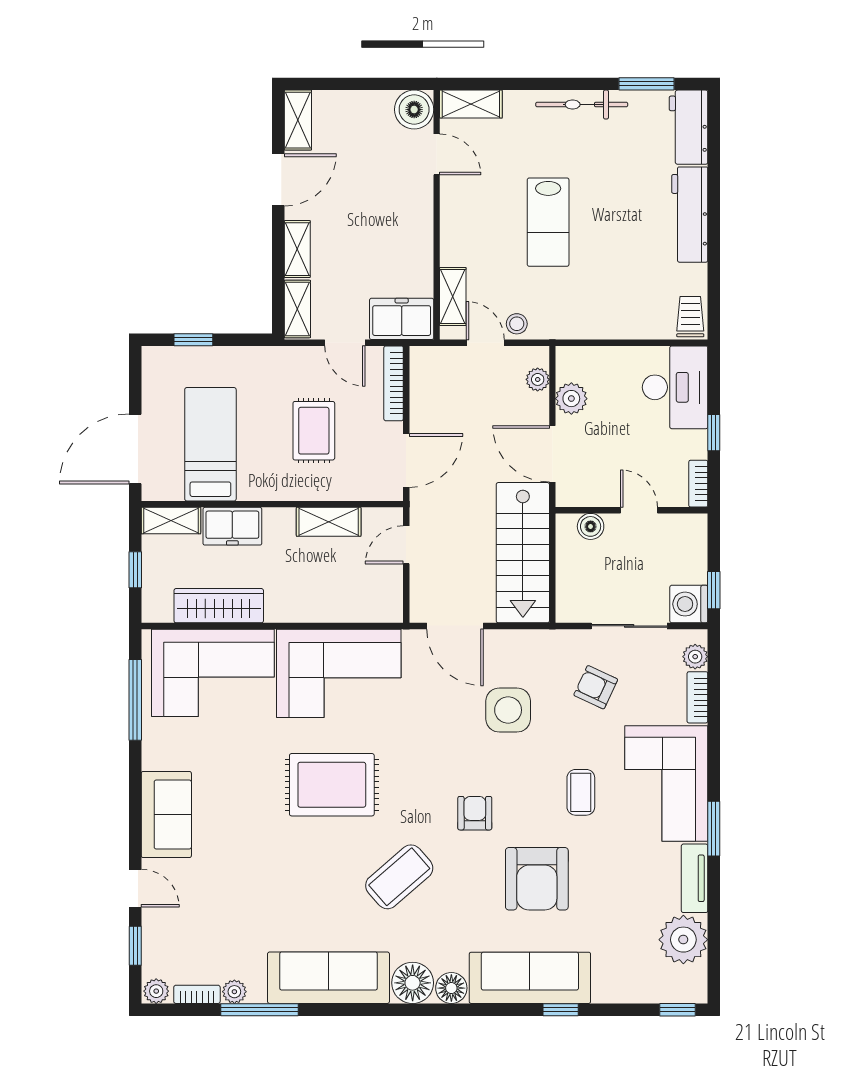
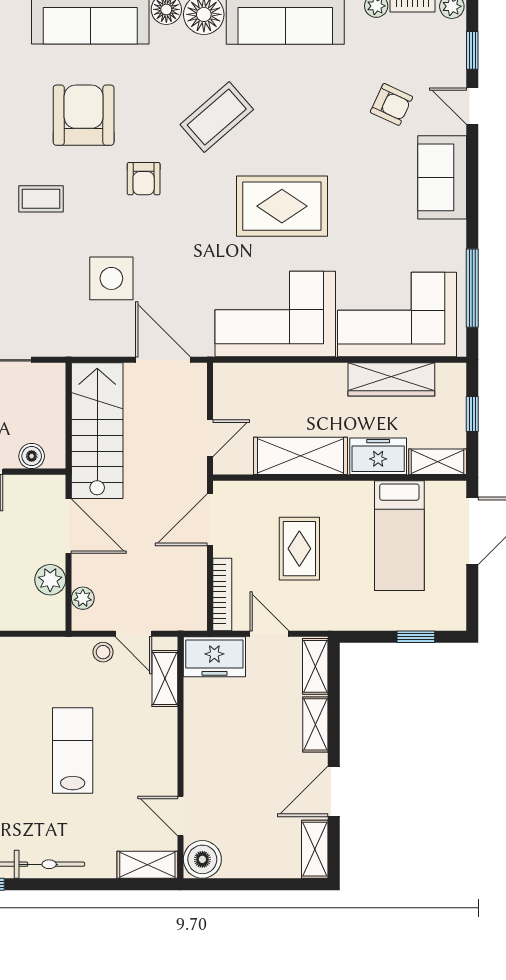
shelving: (329, 522) -> (301, 456), width x1.50, depth x1.33
armchair: (596, 687) -> (391, 104), moved
coffee table: (581, 792) -> (41, 199), turned 90

